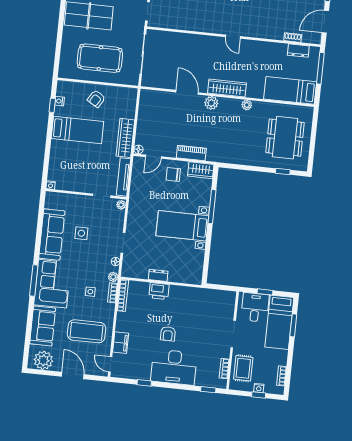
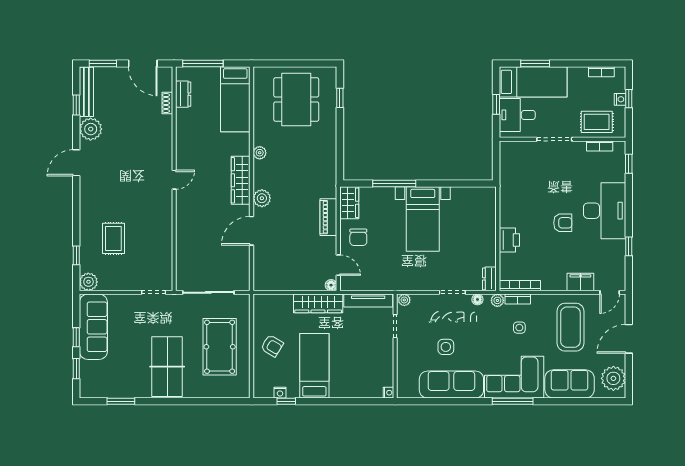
dining table: (285, 138) -> (296, 99), turned 90
dresser: (158, 275) -> (489, 279), moved

